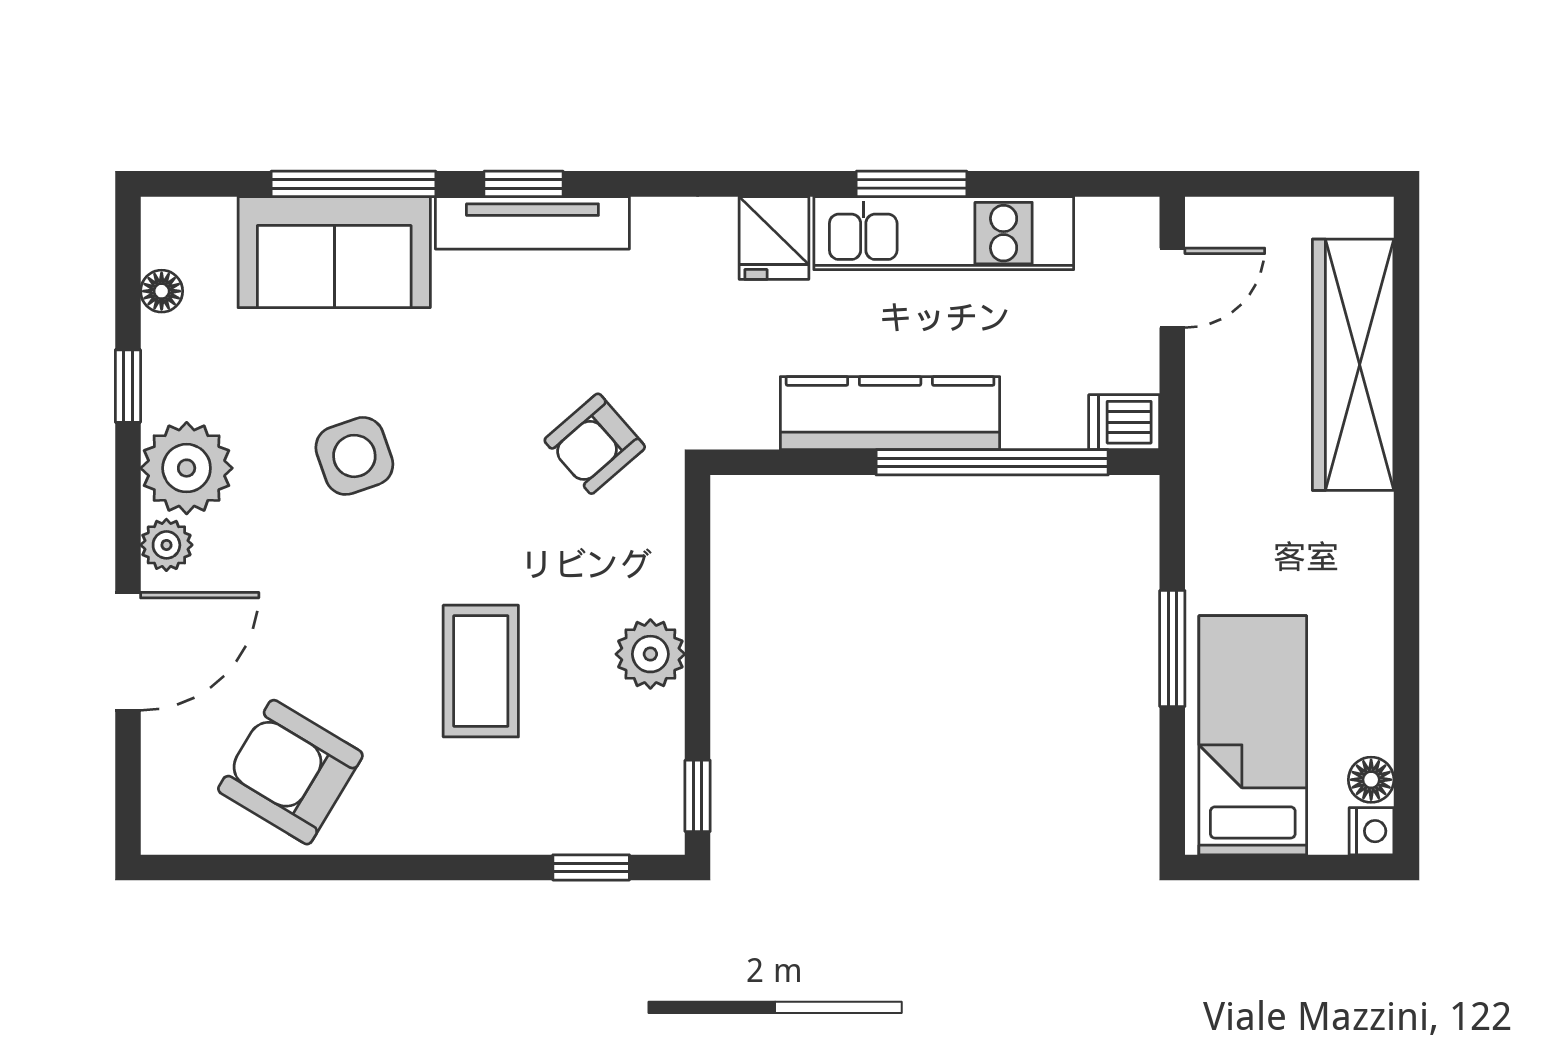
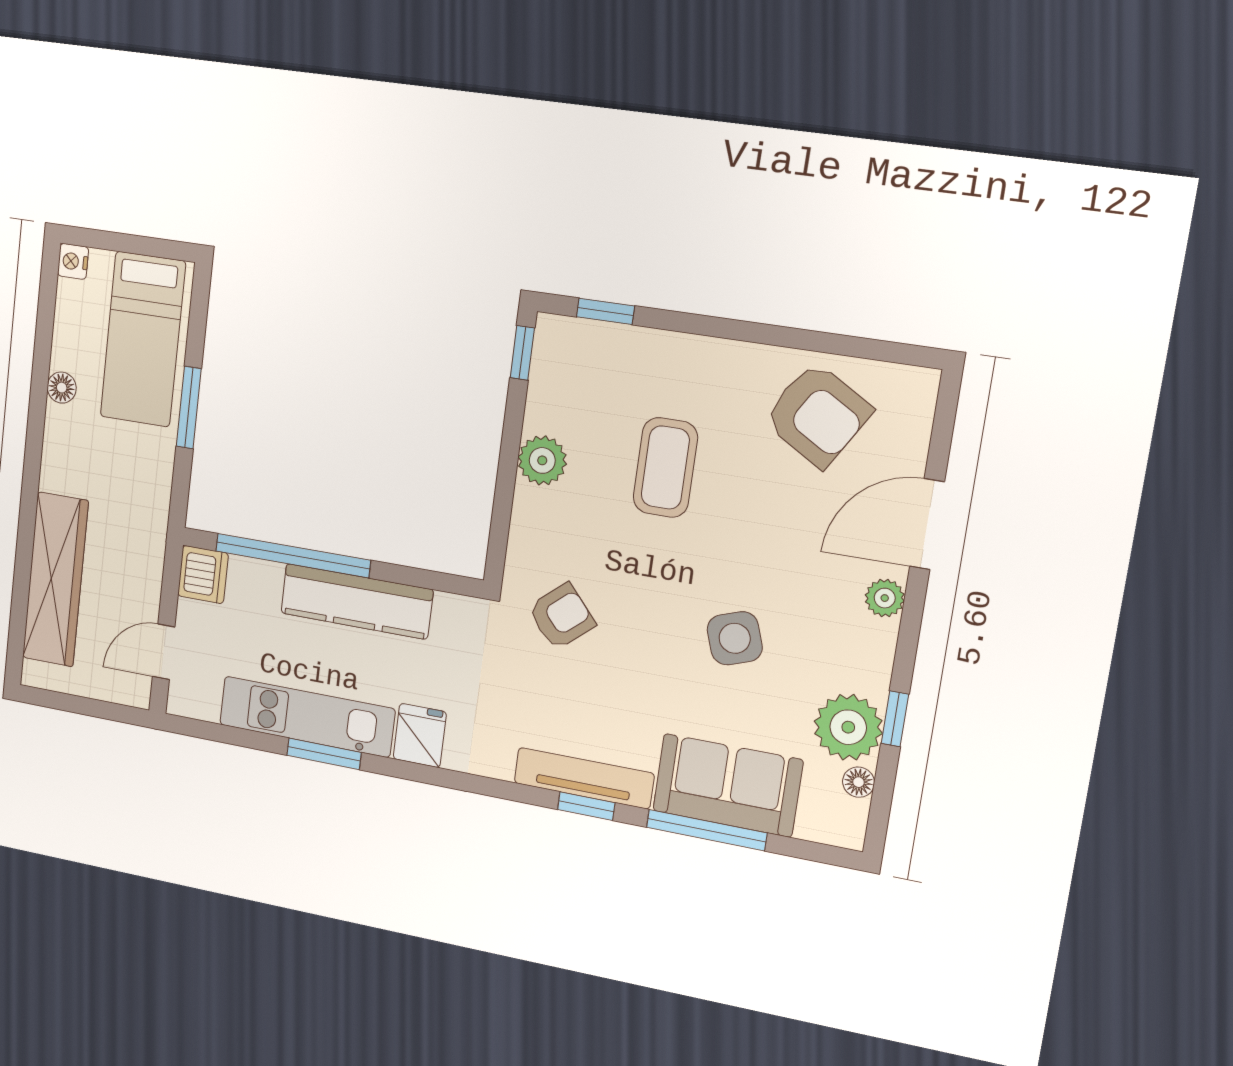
dishwasher: (1124, 422) -> (203, 575), width x1.38
plant: (187, 468) -> (848, 727), moved
floor lamp: (1371, 780) -> (62, 388), moved

